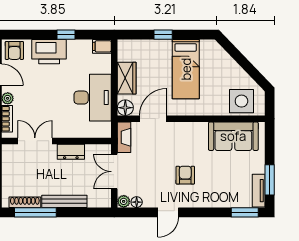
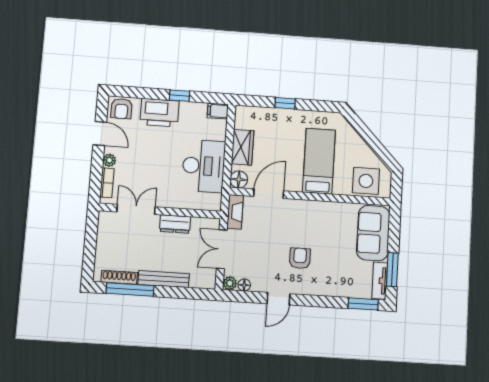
bed: (186, 69) -> (319, 161), moved, turned 180
sofa: (233, 136) -> (373, 233), moved, turned 90

